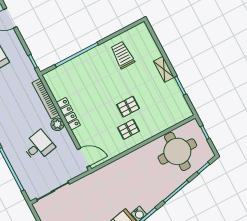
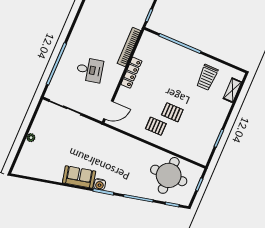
trolley: (123, 55) -> (207, 77), turned 180
shelving: (164, 69) -> (232, 90), moved
plant: (57, 124) -> (117, 71), removed
door: (84, 158) -> (108, 110), hinge flipped

